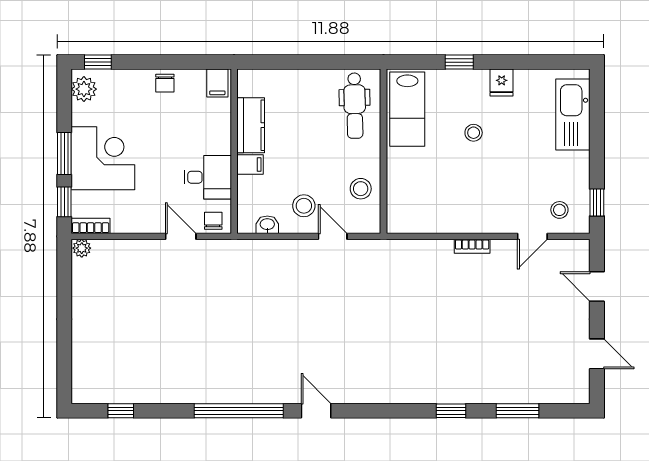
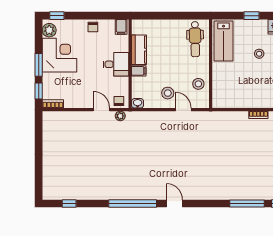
corner desk: (103, 158) -> (59, 55), moved
desk: (208, 177) -> (116, 64), moved
washbasin: (267, 225) -> (138, 103), moved
plant: (82, 248) -> (120, 116), moved
window: (451, 411) -> (247, 203), width x2.17

